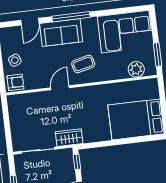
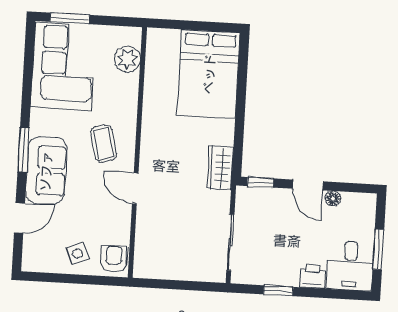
window: (71, 17) -> (23, 150), width x0.69
door: (30, 22) -> (19, 218), hinge flipped
window: (157, 55) -> (70, 18), moved
wardrobe: (69, 138) -> (220, 168), moved

